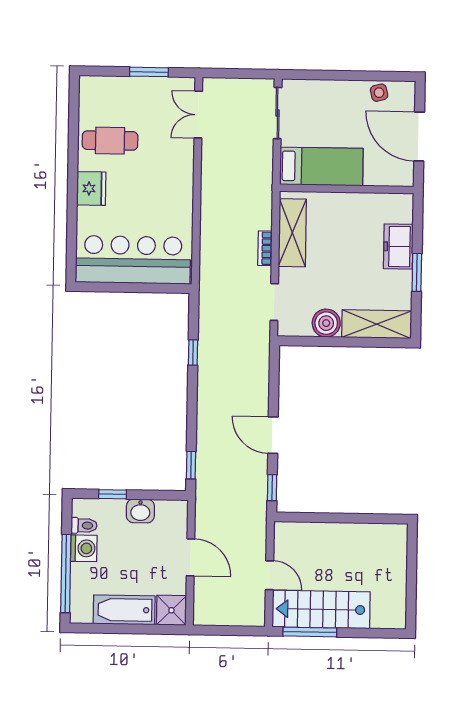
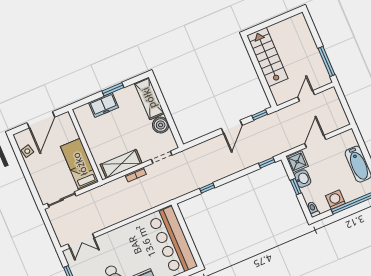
window: (113, 494) -> (296, 187), moved
toilet: (84, 526) -> (313, 209), moved
stairs: (321, 609) -> (267, 57), moved, turned 180
shower: (171, 610) -> (297, 162), moved

